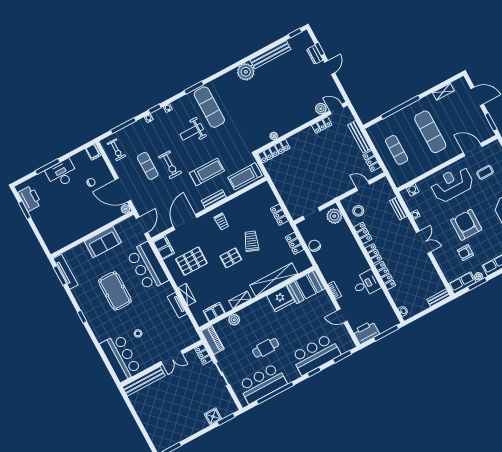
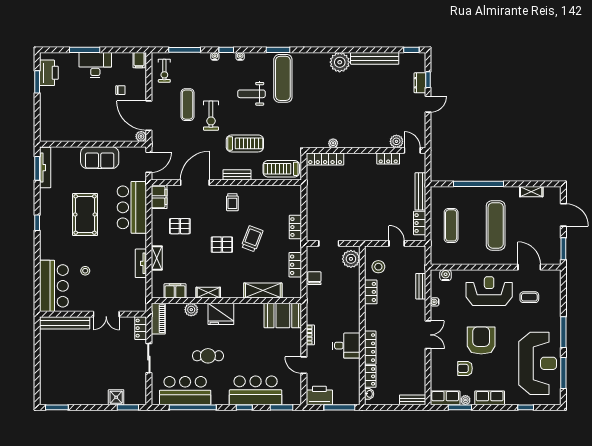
locker: (373, 254) -> (370, 376), moved
pallet: (191, 261) -> (180, 226), width x0.67, depth x0.71
shelving: (274, 280) -> (263, 290), width x0.68
fridge: (281, 299) -> (221, 314), moved

